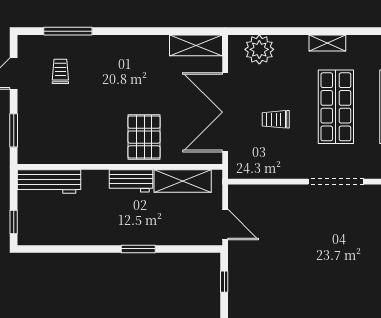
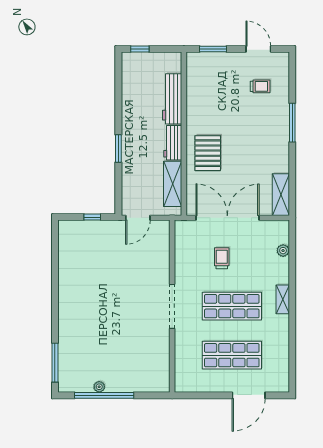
window: (68, 31) -> (292, 123), moved
plant: (259, 49) -> (283, 251), width x0.53, depth x0.53
pallet: (144, 137) -> (208, 153), turned 90
workbench: (49, 181) -> (172, 99), moved

